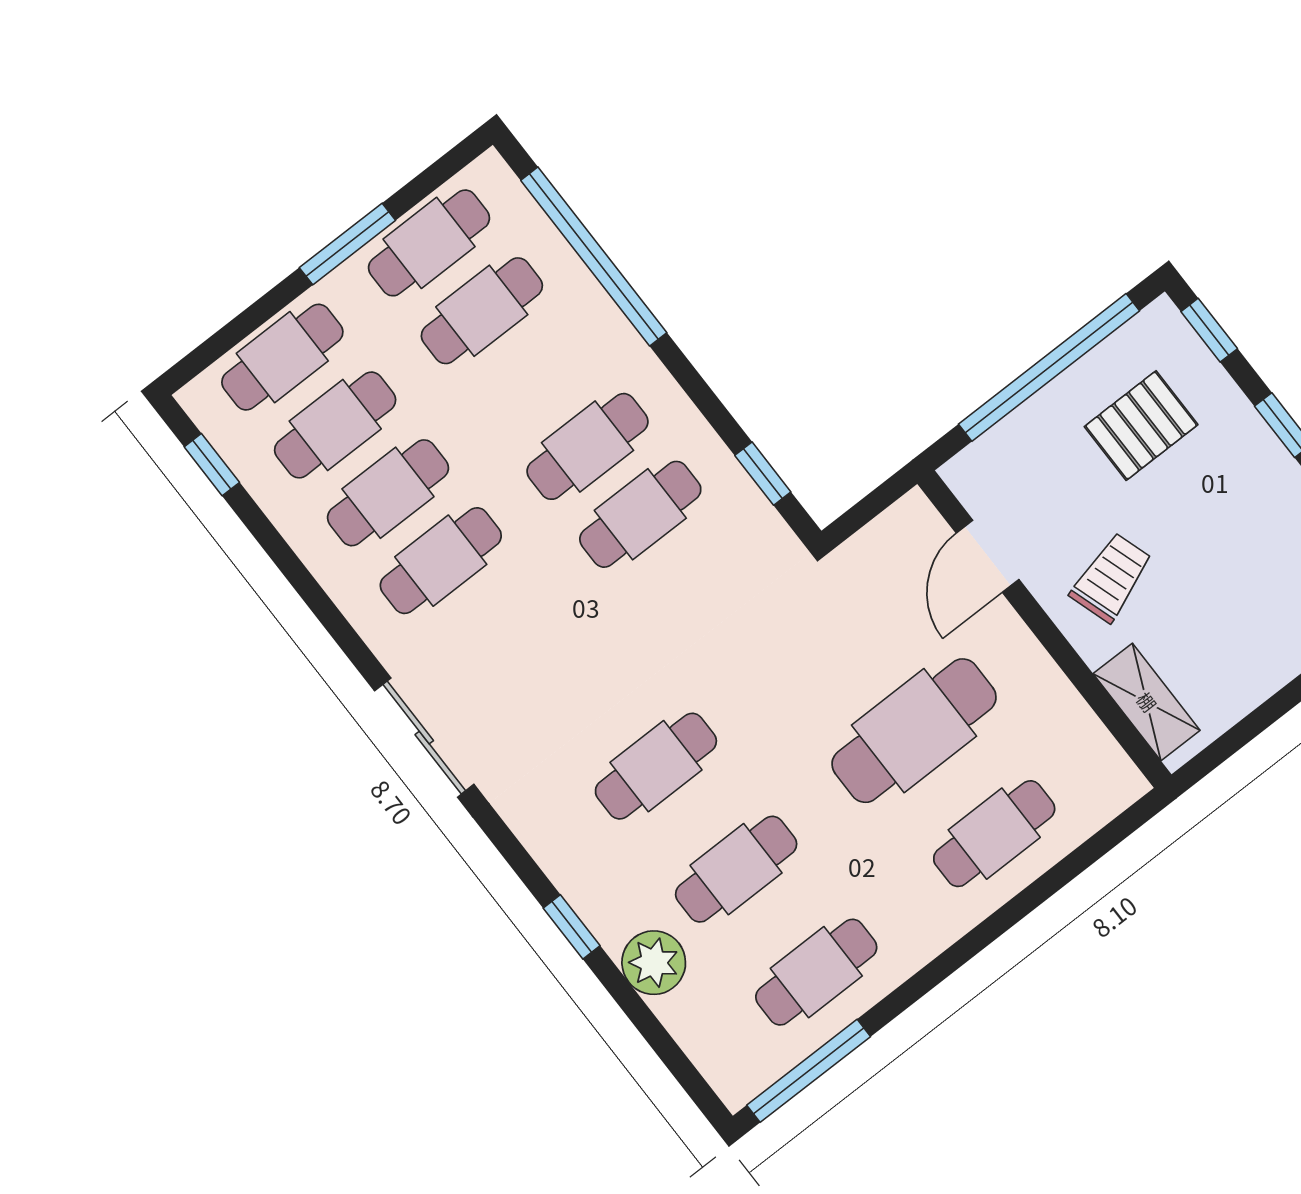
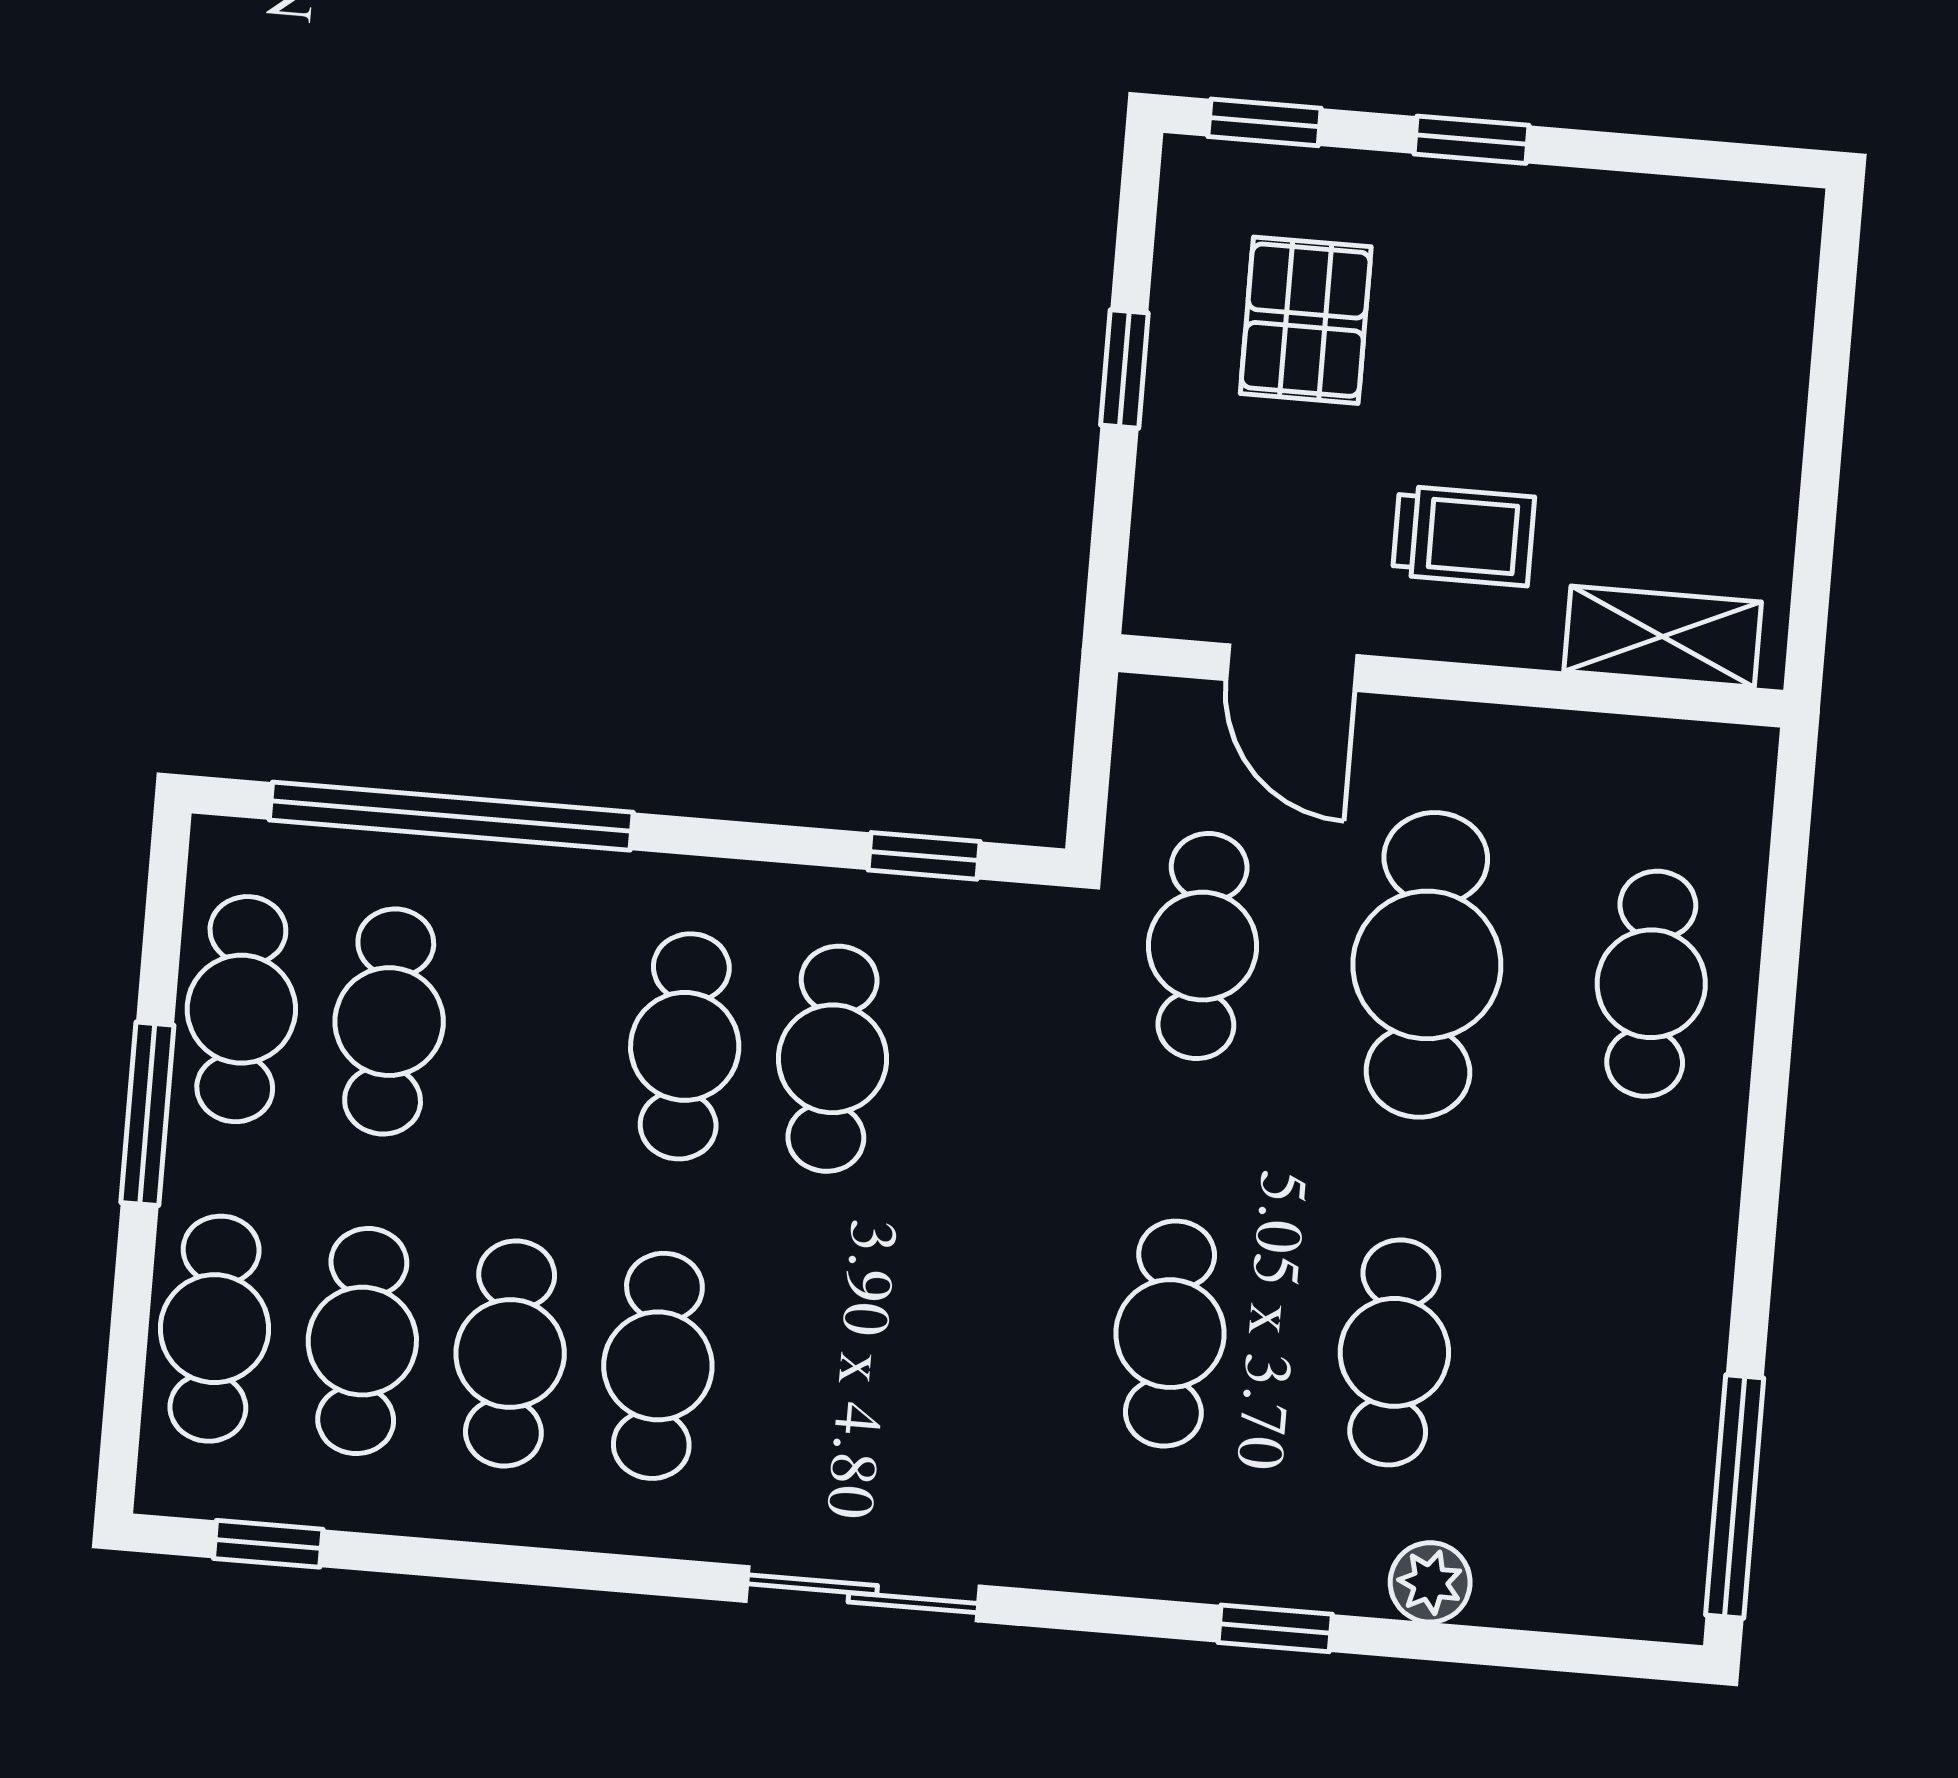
window: (1049, 367) -> (1124, 369), width x0.32
trolley: (1111, 578) -> (1463, 536), turned 108
plant: (654, 963) -> (1430, 1582), width x0.73, depth x0.73
cafe table: (816, 972) -> (1203, 946), moved

